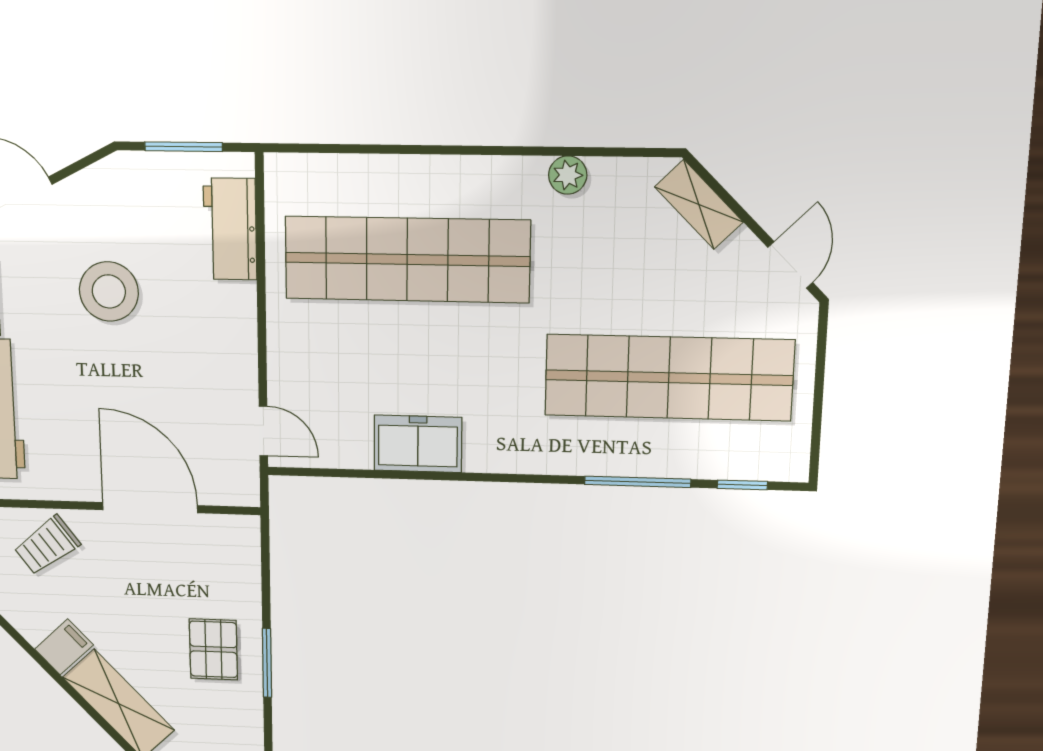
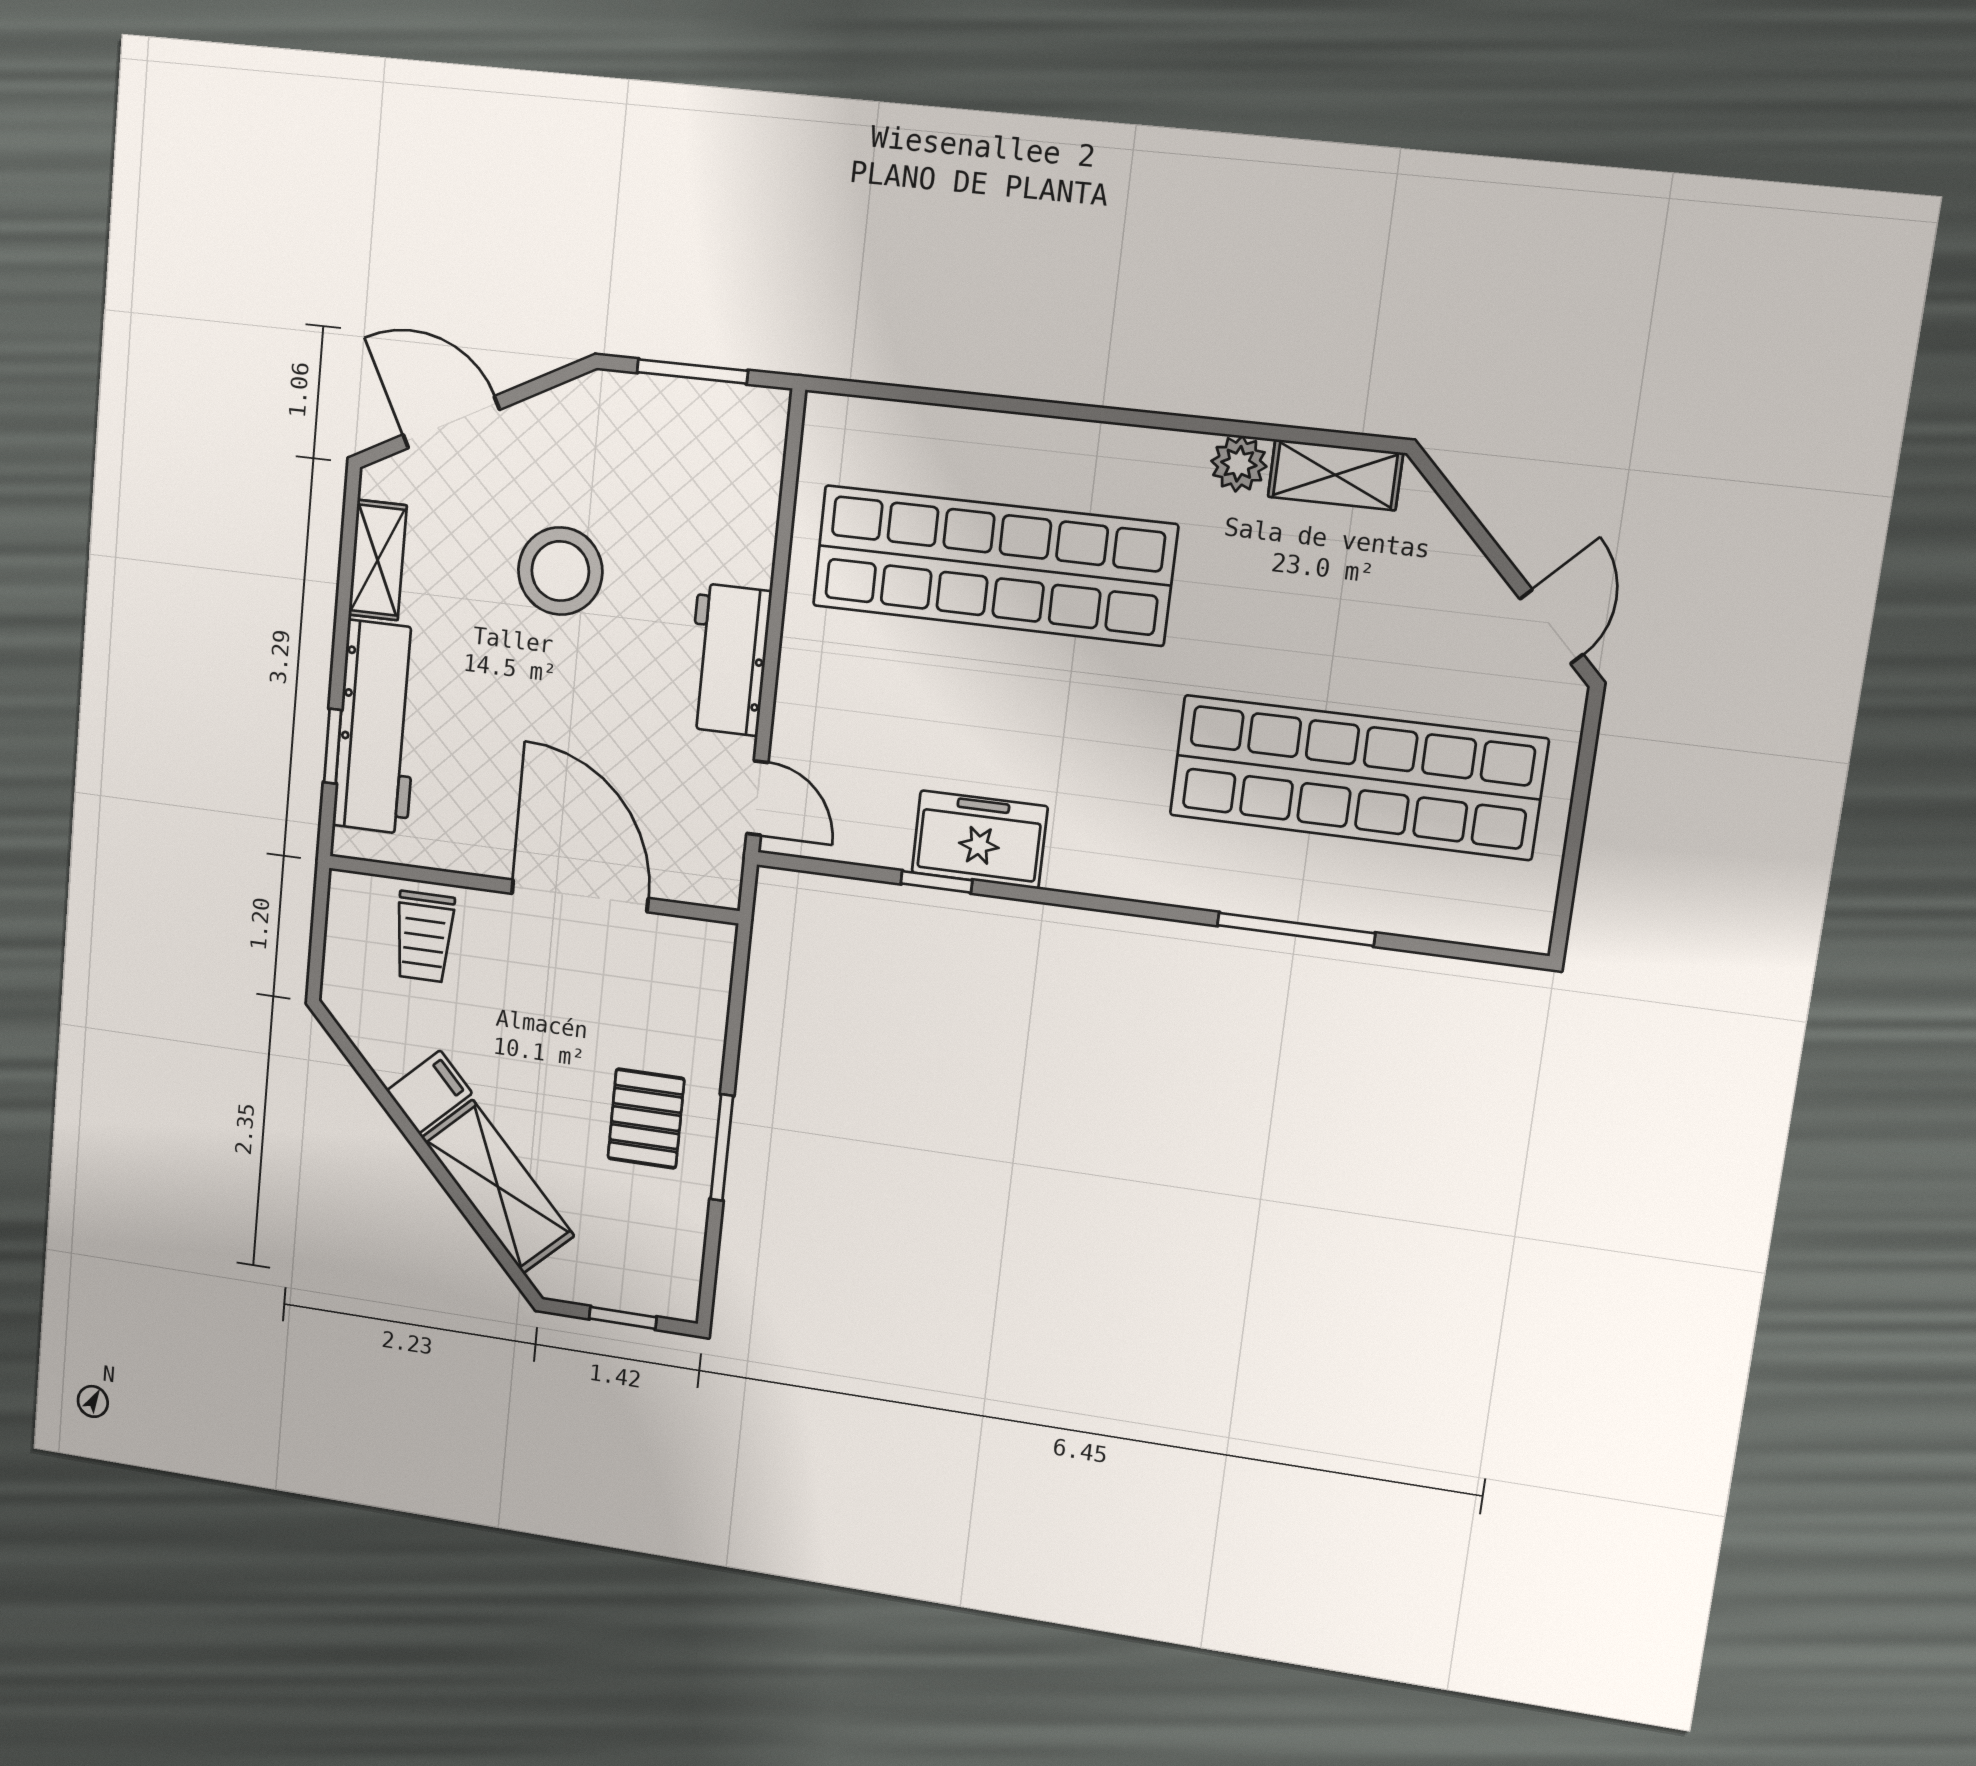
shelving: (699, 204) -> (1335, 475), moved, turned -45
workbench: (230, 229) -> (728, 660), moved
window: (742, 485) -> (937, 882), moved
trolley: (47, 545) -> (424, 937), turned -53

